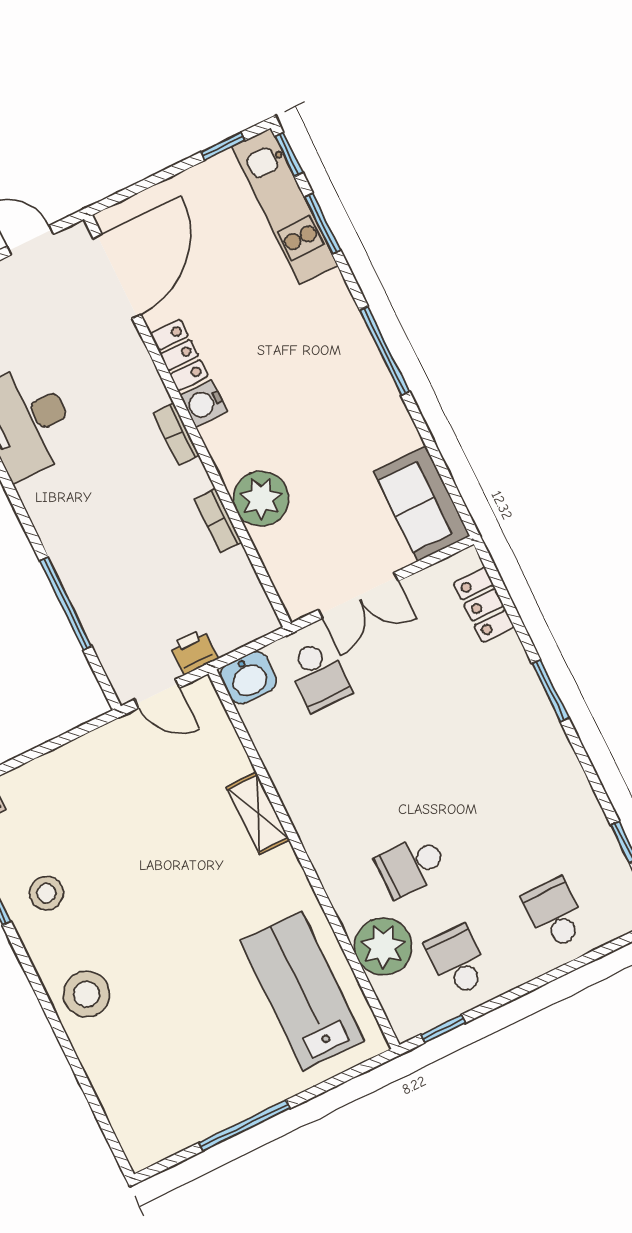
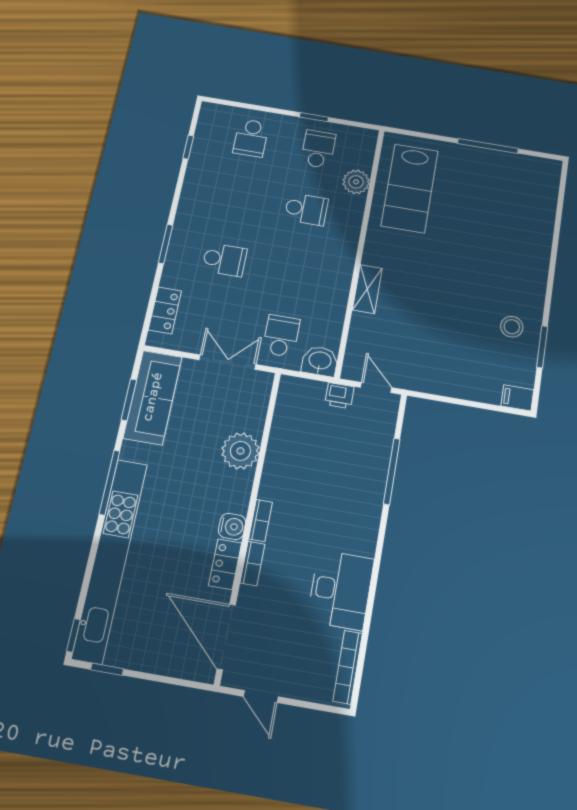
kitchen unit: (285, 206) -> (110, 560), width x1.86
window: (322, 223) -> (129, 400), moved
door: (117, 276) -> (226, 637), hinge flipped
sofa: (422, 504) -> (153, 397), width x1.36
bookcase: (218, 521) -> (252, 563), moved
school desk: (462, 723) -> (224, 260), added
plant: (383, 947) -> (356, 182), width x0.73, depth x0.73
school desk: (458, 961) -> (318, 149), turned 180
stool: (87, 994) -> (526, 262), removed
window: (443, 1029) -> (314, 117), moved

